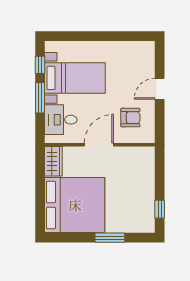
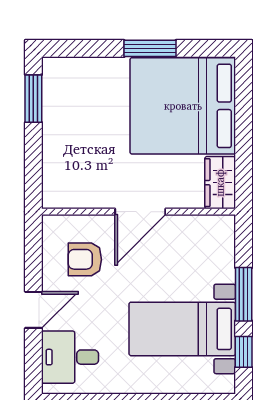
desk: (61, 120) -> (70, 357), moved, turned 180
window: (160, 209) -> (33, 99), width x1.50
window: (110, 238) -> (150, 48), moved

